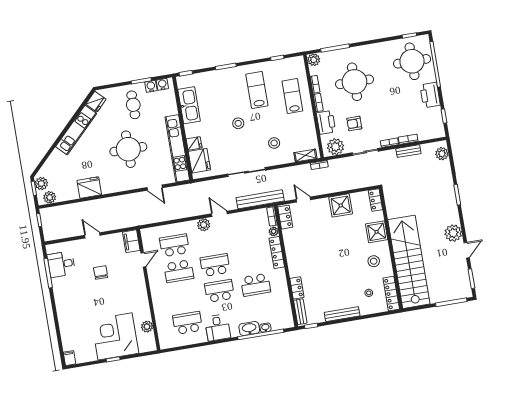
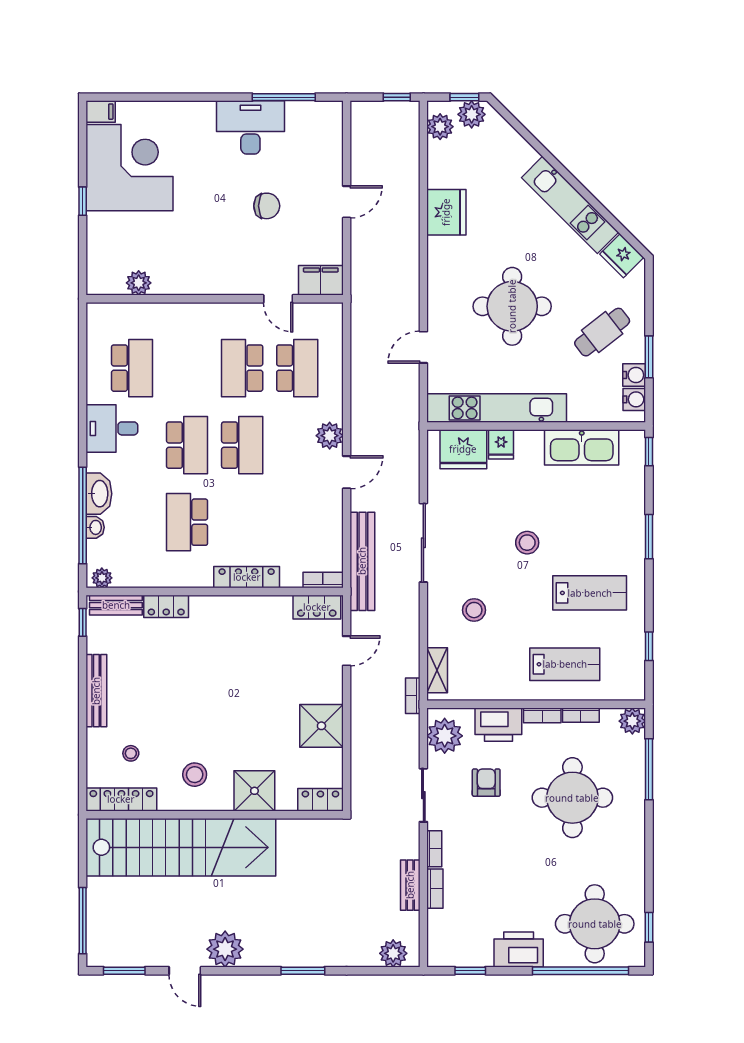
cafe table: (133, 105) -> (602, 332), turned -38
plant: (274, 231) -> (102, 578), moved
desk: (61, 264) -> (250, 127), moved, width x1.37
corner desk: (115, 336) -> (130, 168), moved

